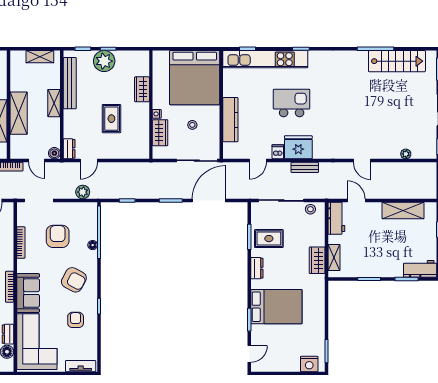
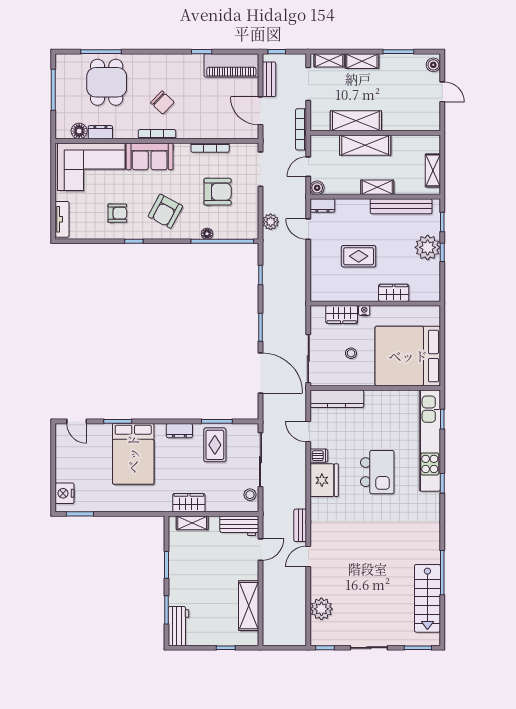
kitchen counter: (230, 120) -> (337, 399), moved
plant: (406, 154) -> (321, 609), width x1.87, depth x1.87
bench: (305, 167) -> (300, 525), moved

